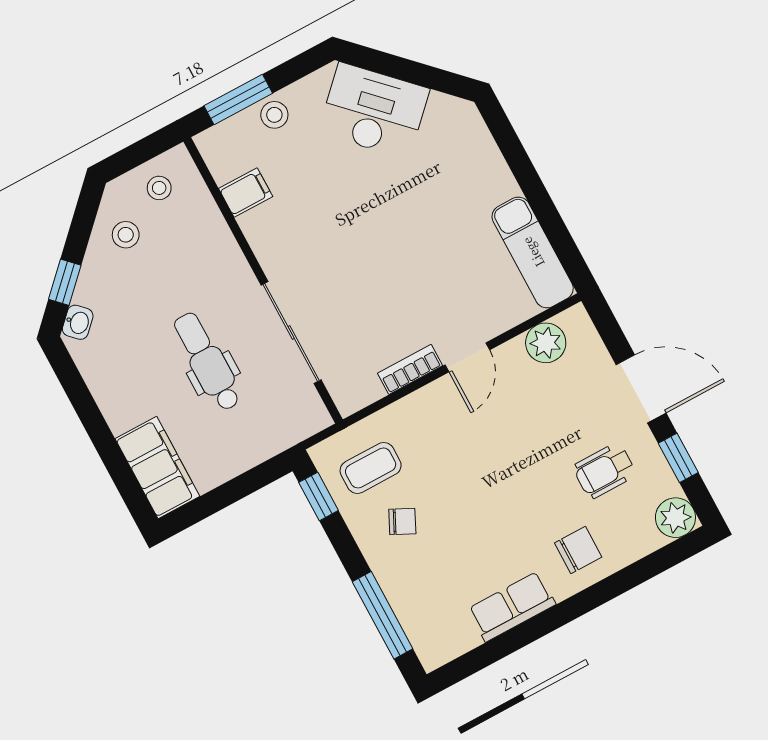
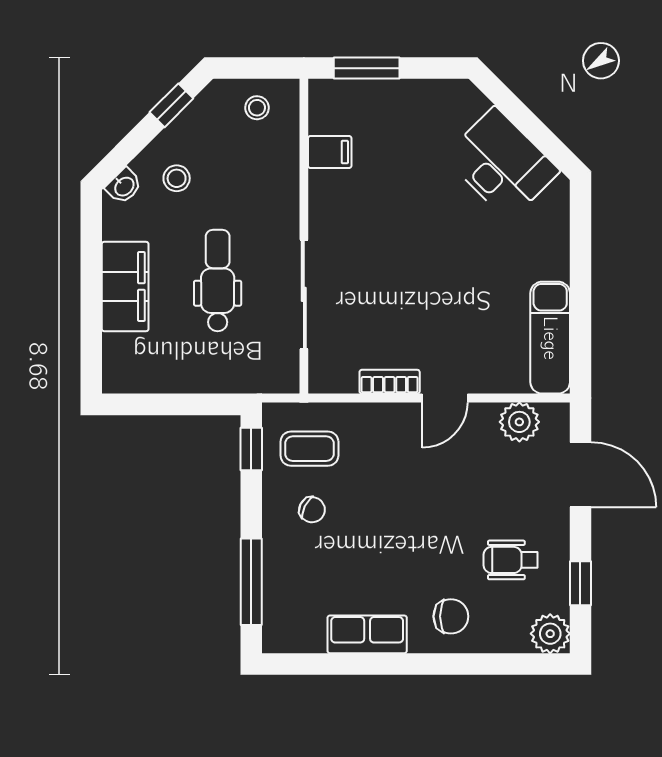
desk: (374, 111) -> (502, 164), moved
stool: (274, 115) -> (391, 98), removed
stool: (126, 235) -> (177, 178), moved
window: (65, 282) -> (171, 105), moved
door: (641, 389) -> (580, 475), moved
filing cabinet: (157, 468) -> (125, 287), moved

